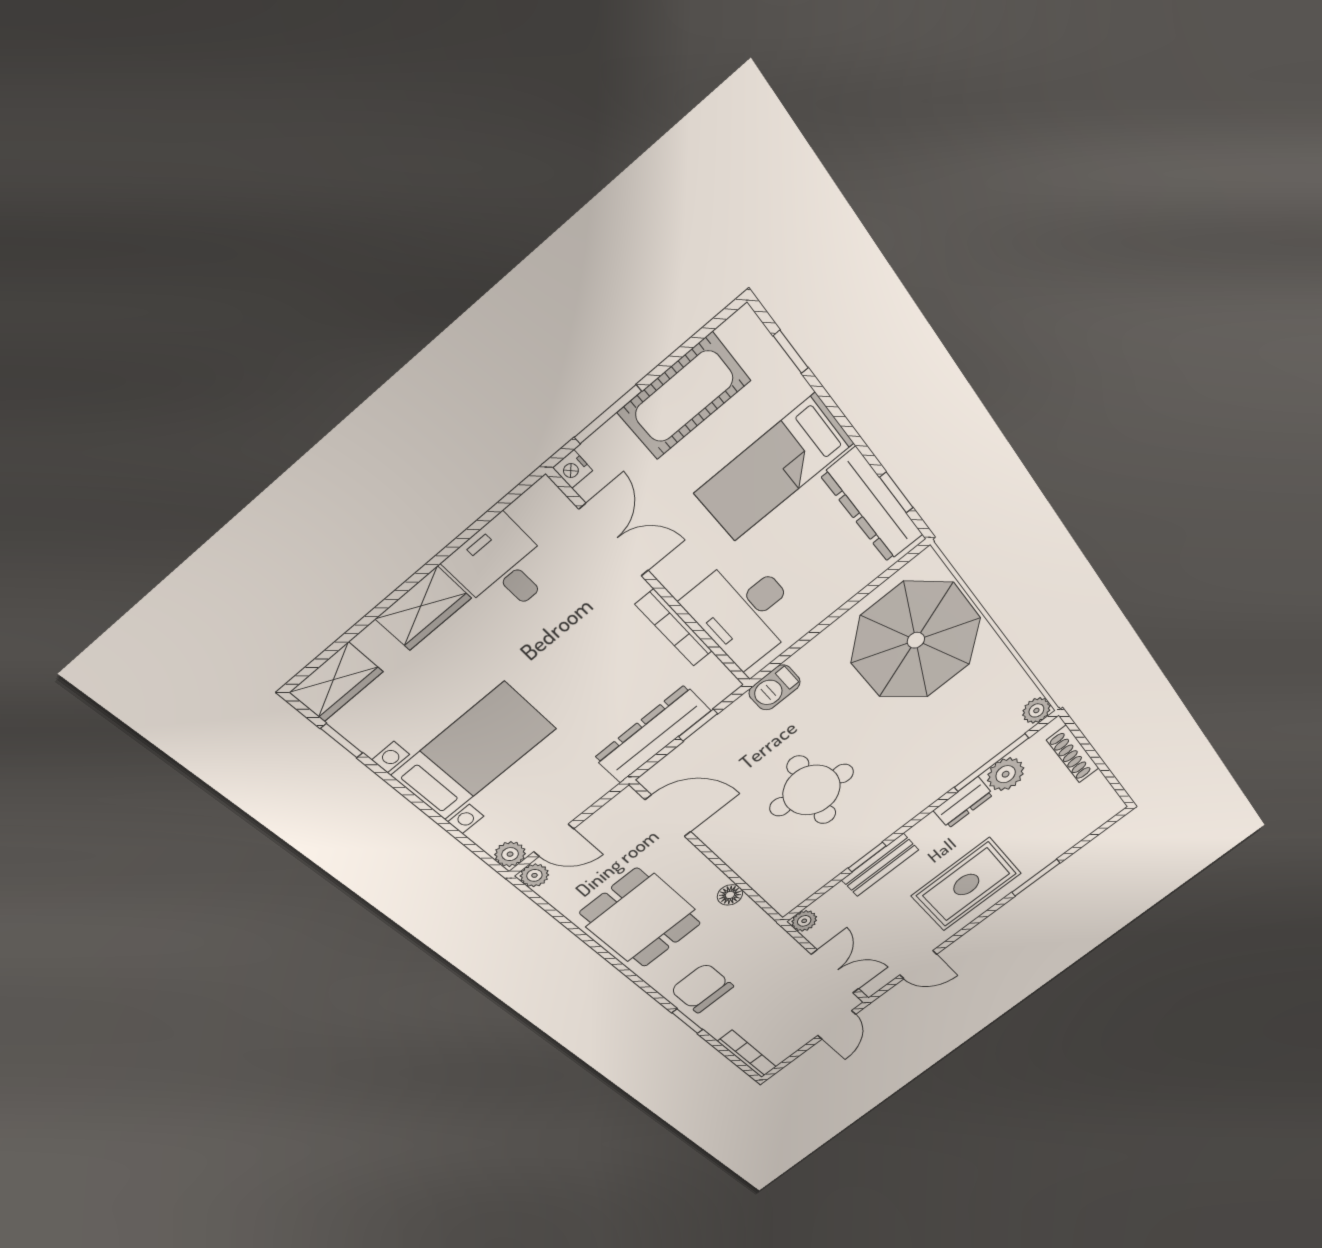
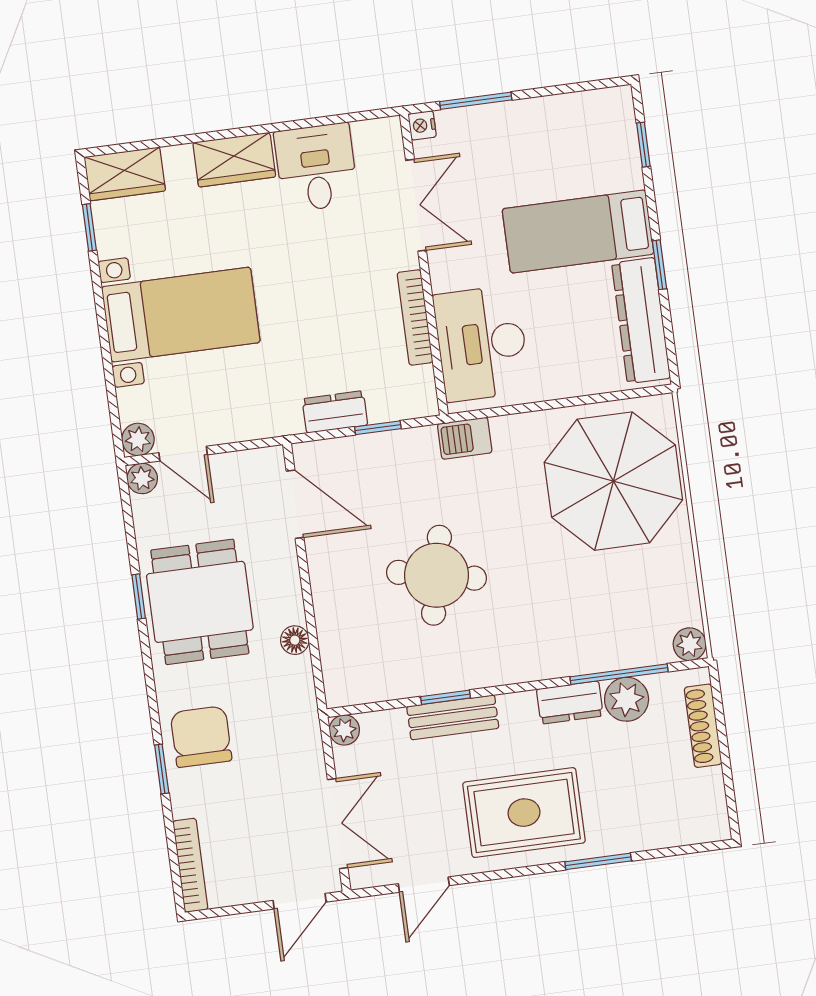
cot: (684, 396) -> (542, 125), removed
window: (896, 492) -> (659, 265), moved
dresser: (652, 734) -> (335, 412), width x0.51, depth x0.80
window: (592, 944) -> (139, 596), added
door: (918, 965) -> (424, 885), hinge flipped

